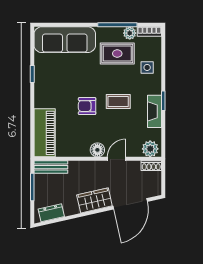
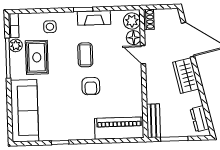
floor lamp: (97, 150) -> (134, 38), moved

